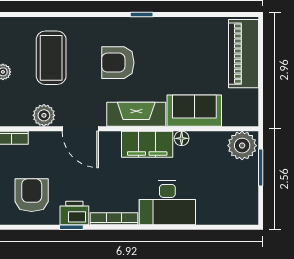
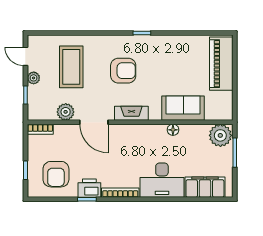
armchair: (118, 63) -> (123, 71), turned 180
fireplace: (136, 114) -> (131, 113), width x0.73, depth x0.76
filing cabinet: (147, 144) -> (205, 187), moved, turned 180
armchair: (32, 195) -> (56, 174), turned 180

